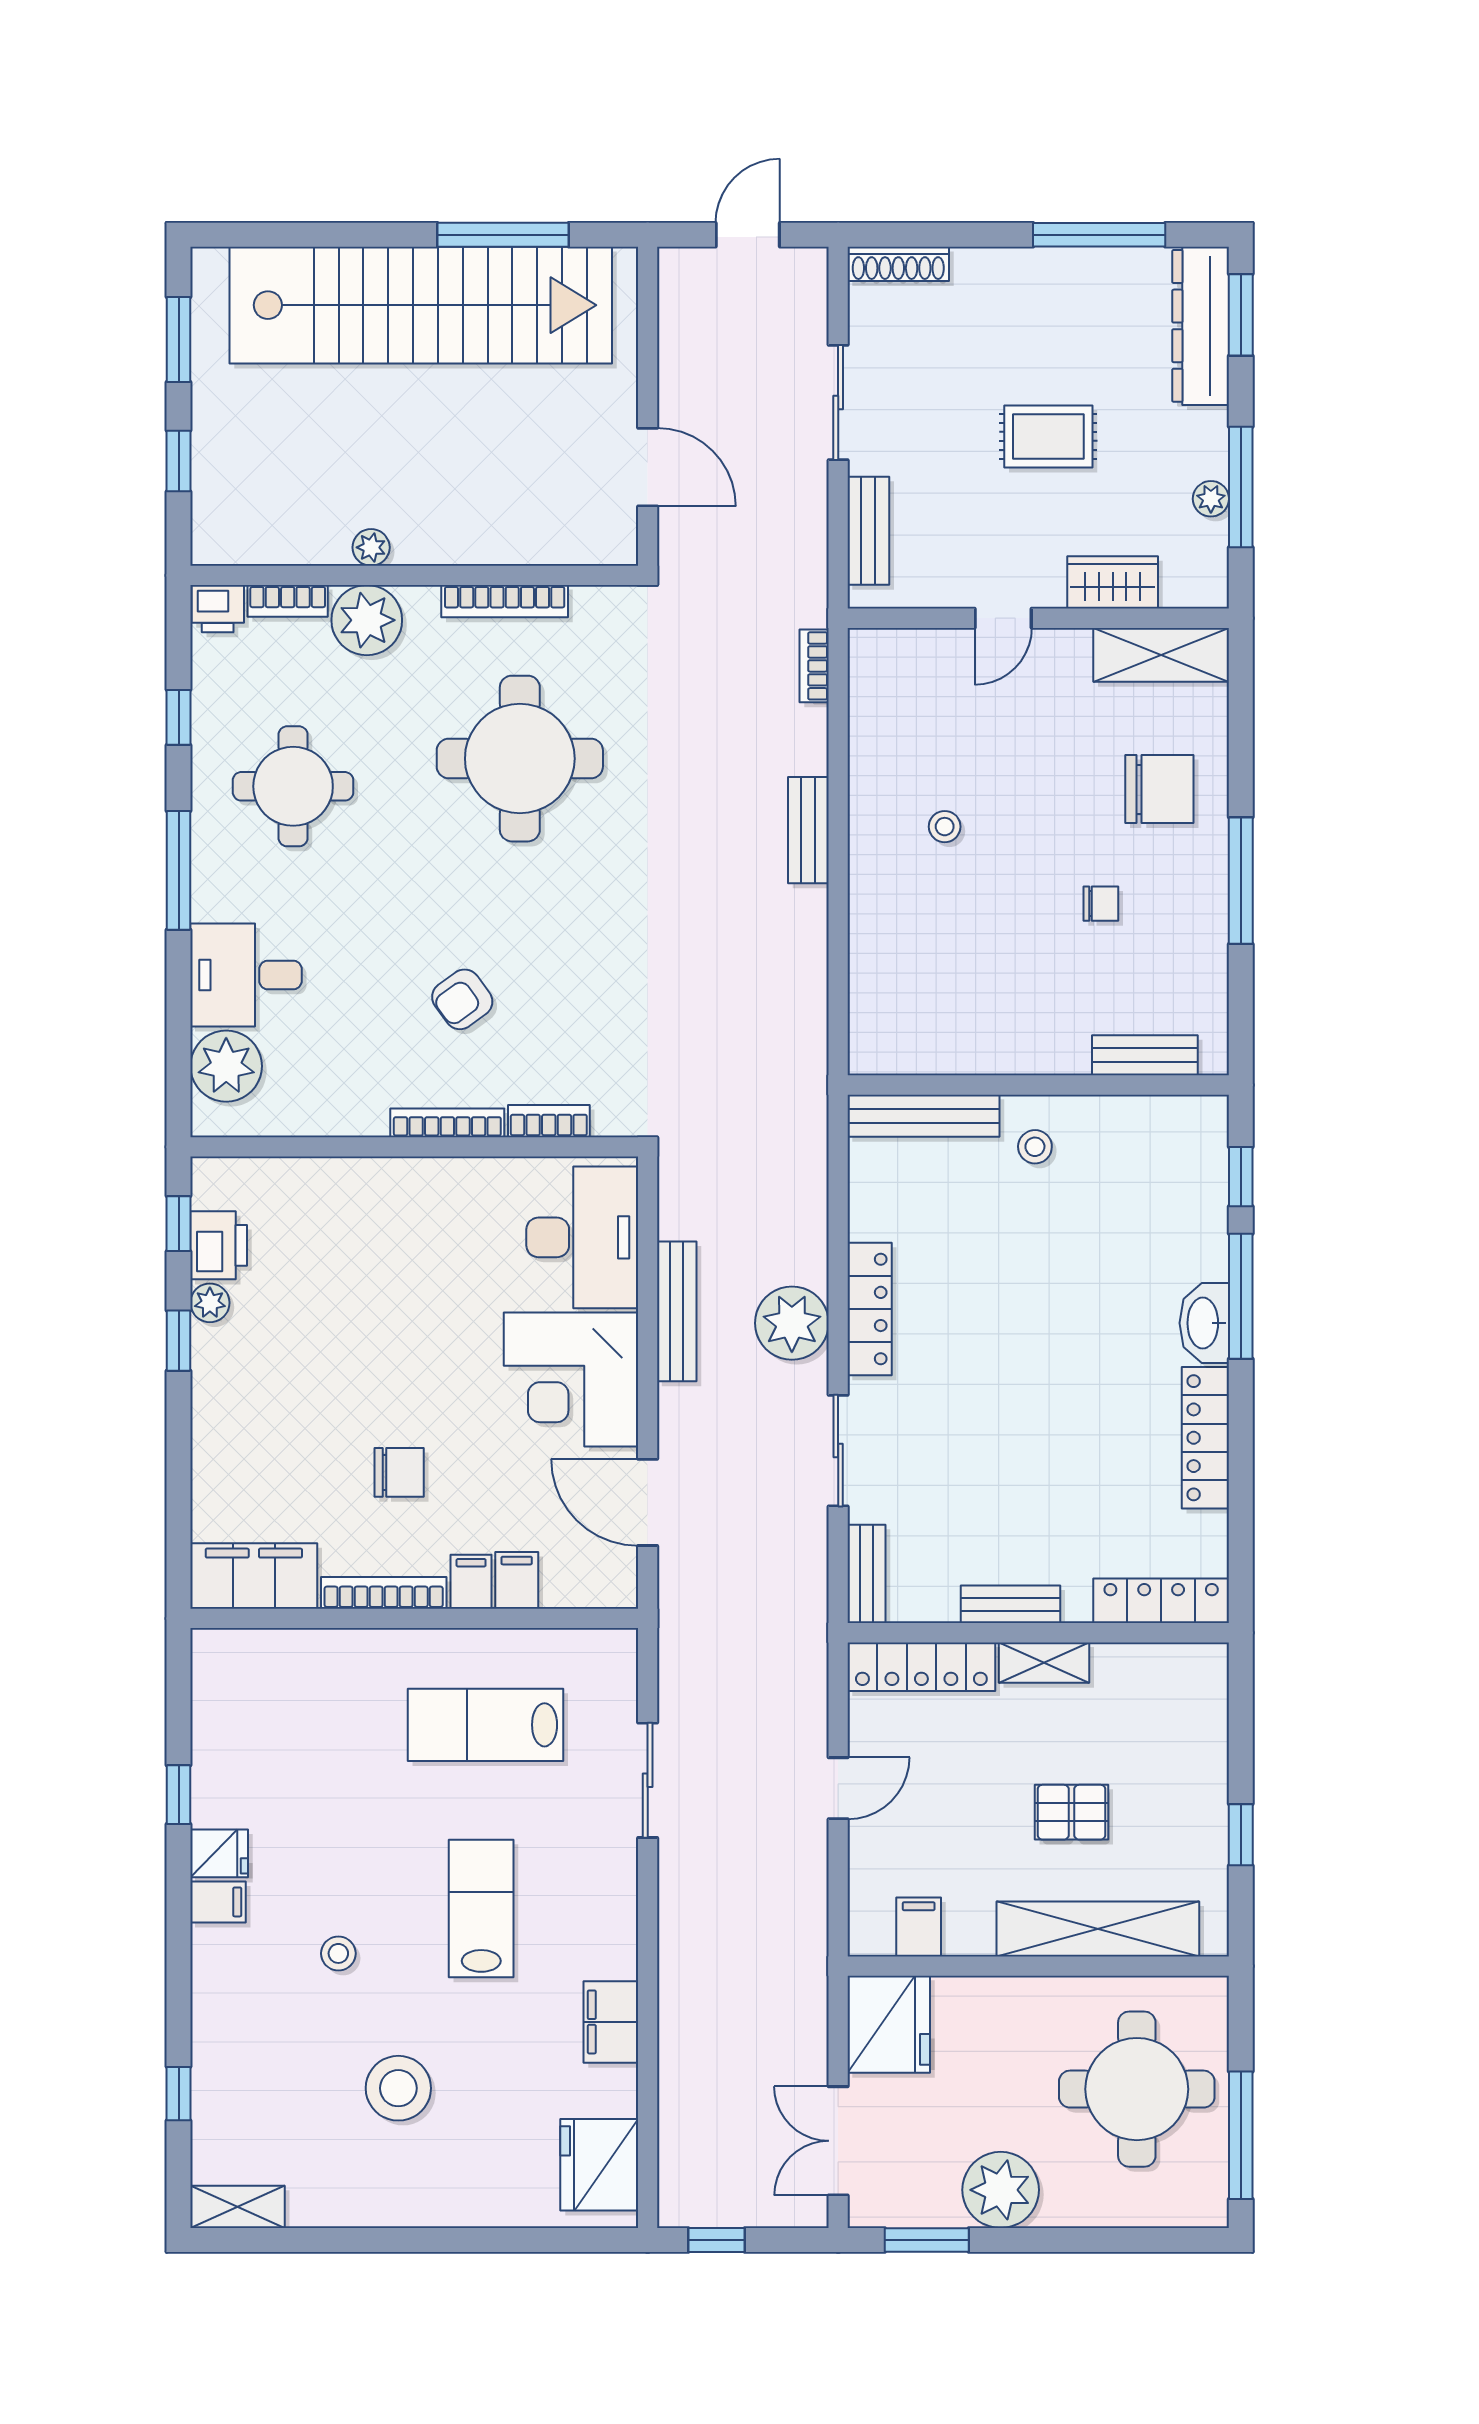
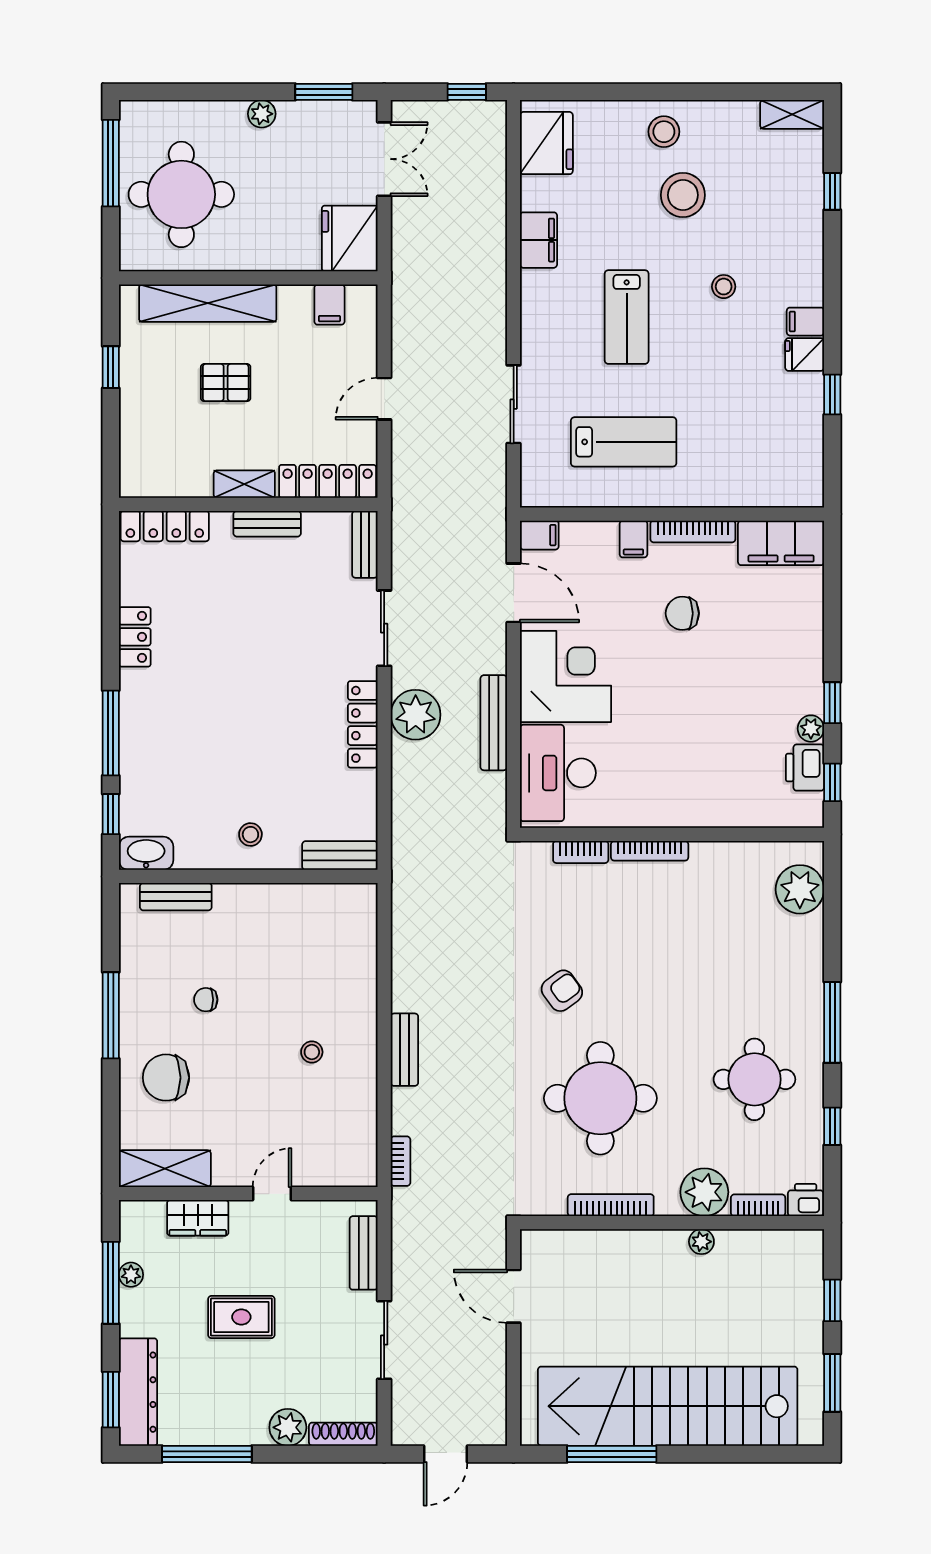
plant: (980, 274) -> (288, 1427), added
desk: (246, 975) -> (786, 951), removed
armchair: (462, 999) -> (562, 991), moved
bench: (923, 1116) -> (340, 856), width x0.73
washbasin: (1204, 1323) -> (146, 853), moved, turned -90
locker: (1205, 1438) -> (135, 637), width x0.66
filing cabinet: (517, 1580) -> (539, 535), moved, turned -90
stool: (426, 2181) -> (664, 132), added
plant: (1001, 2190) -> (262, 114), width x0.53, depth x0.53

